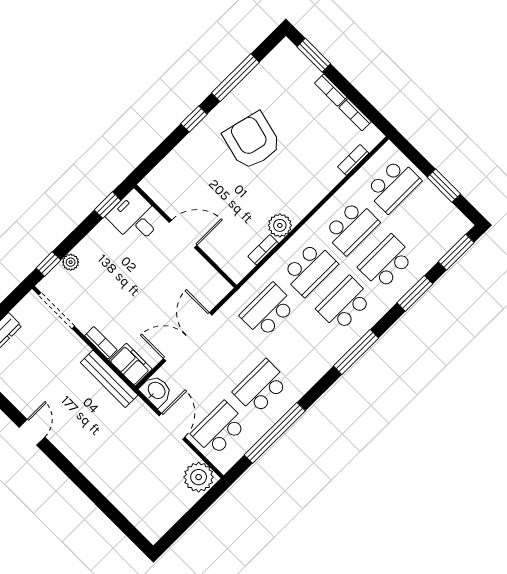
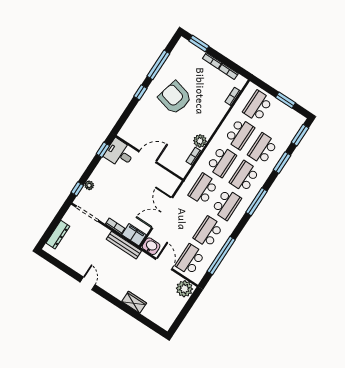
school desk: (393, 186) -> (258, 106), turned 180
school desk: (303, 345) -> (226, 204), added
wardrobe: (106, 482) -> (134, 302), added

